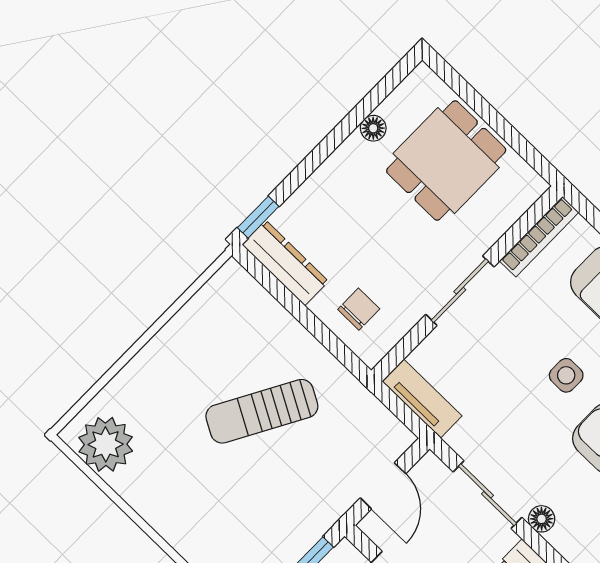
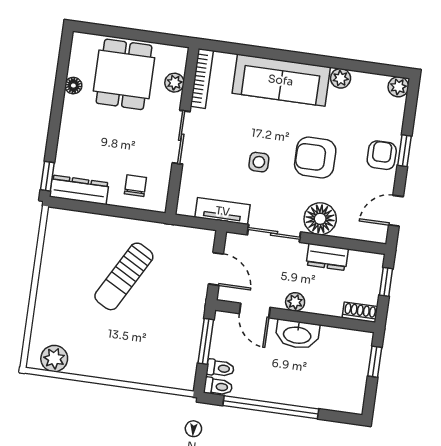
plant: (501, 217) -> (174, 83), added
side table: (566, 375) -> (259, 162), moved
tv unit: (422, 399) -> (223, 211), moved
plant: (106, 444) -> (54, 359), width x0.73, depth x0.73
floor lamp: (542, 519) -> (320, 219), width x1.89, depth x1.89

